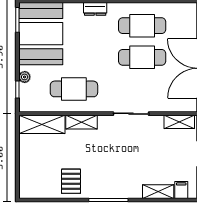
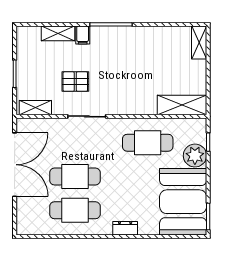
plant: (25, 77) -> (195, 156), width x1.87, depth x1.87
shelving: (82, 122) -> (199, 43), moved, turned 90
pallet: (71, 181) -> (75, 82), moved, turned 90
filing cabinet: (181, 190) -> (83, 35), moved

